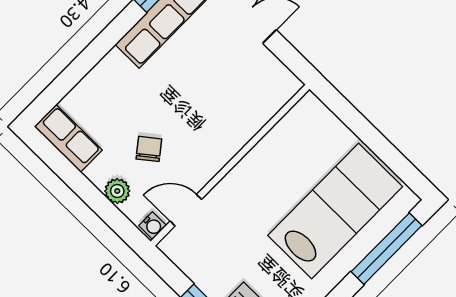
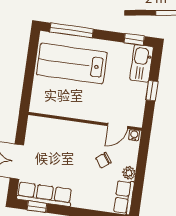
plant: (117, 191) -> (129, 173), moved
door: (186, 210) -> (118, 126), hinge flipped

